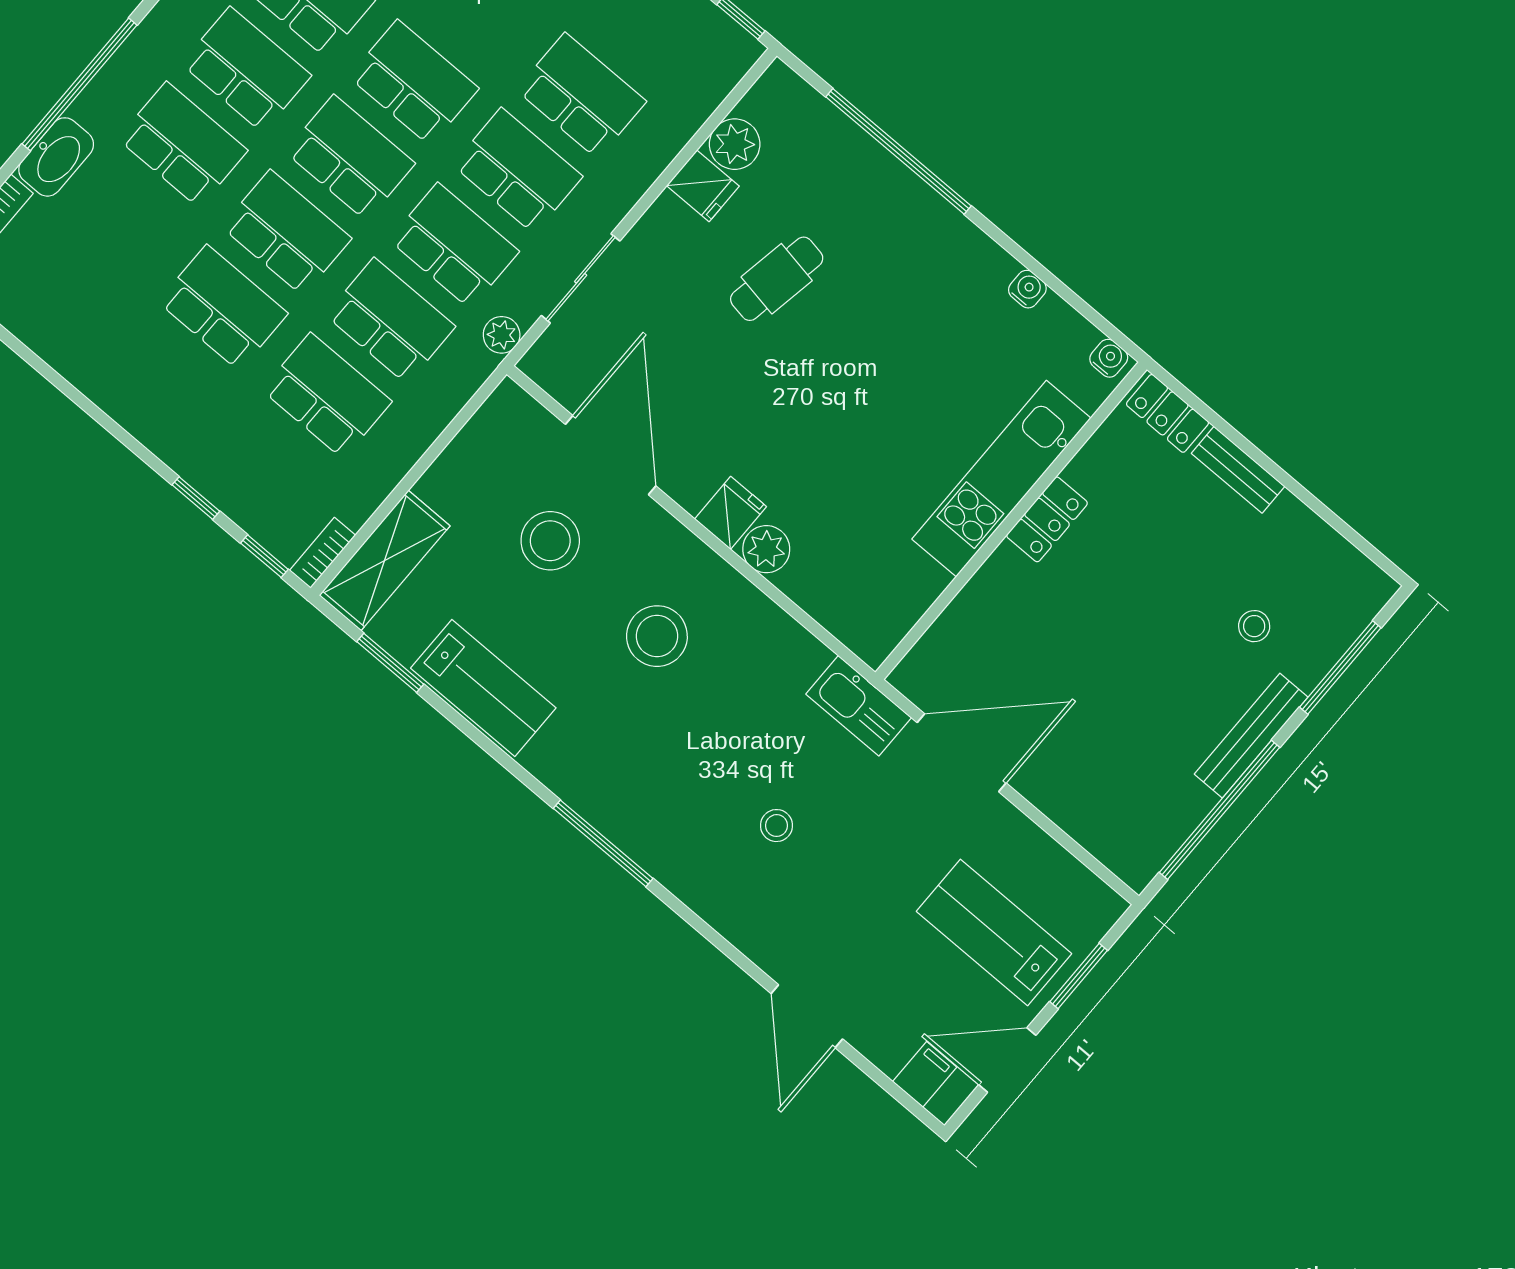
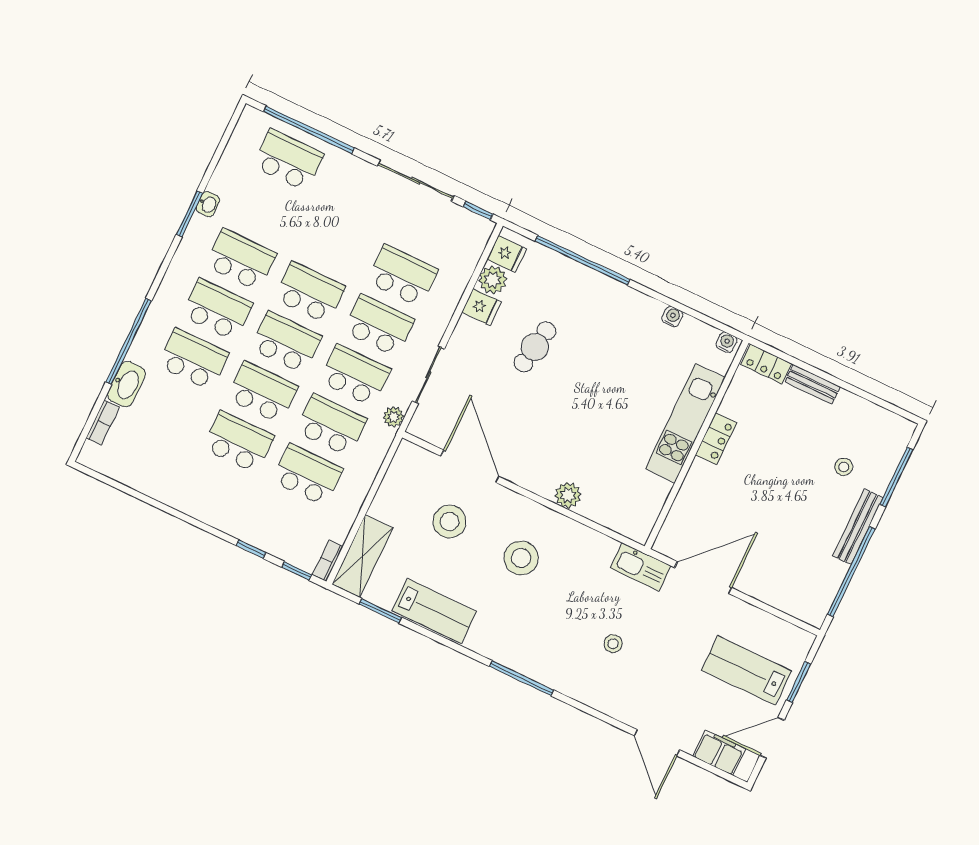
fridge: (731, 513) -> (507, 254), moved, turned 90
filing cabinet: (925, 1074) -> (719, 753), width x2.00

